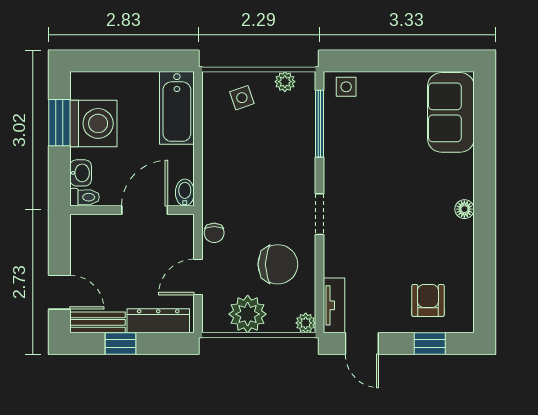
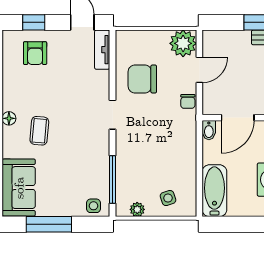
window: (409, 61) -> (49, 224), added
coffee table: (422, 192) -> (39, 131), added
chair: (214, 233) -> (188, 101), turned 180
plant: (248, 314) -> (183, 43), moved
dresser: (158, 321) -> (228, 39), removed
plant: (306, 323) -> (123, 37), removed

